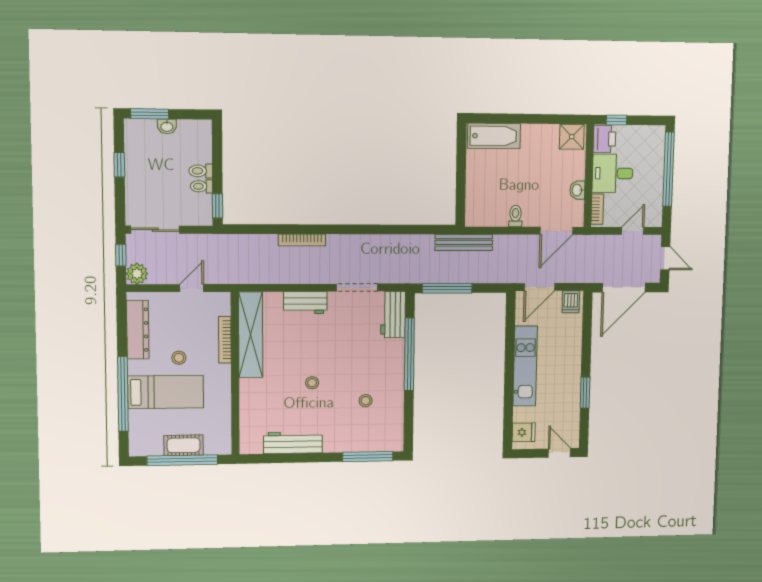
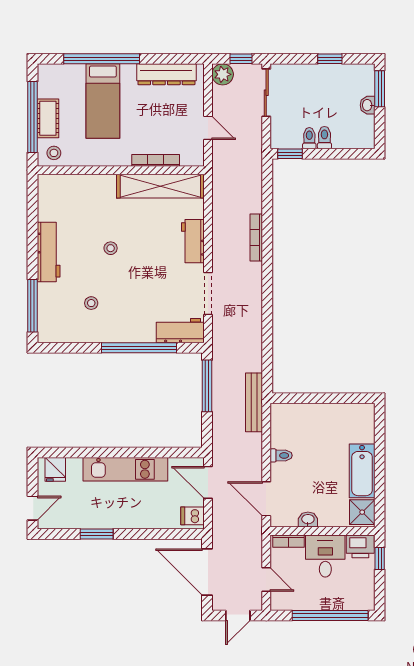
bathtub: (494, 136) -> (362, 471), moved
stool: (179, 358) -> (54, 153), moved
workbench: (293, 443) -> (49, 252), moved

